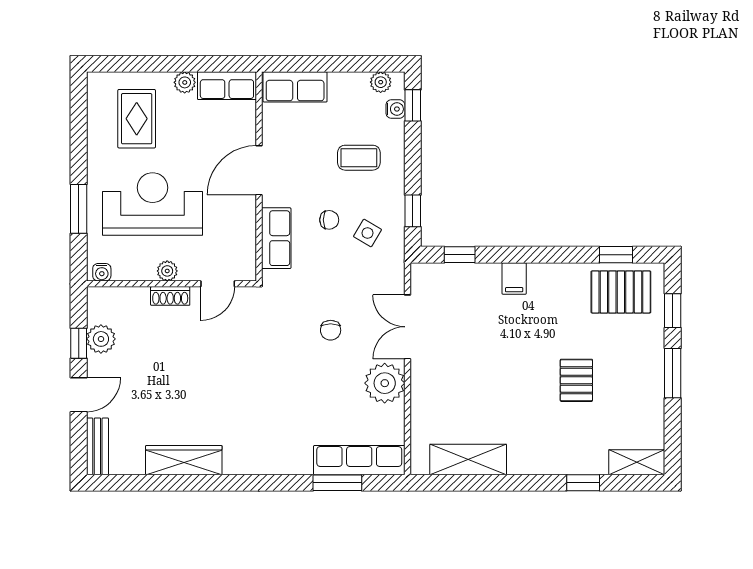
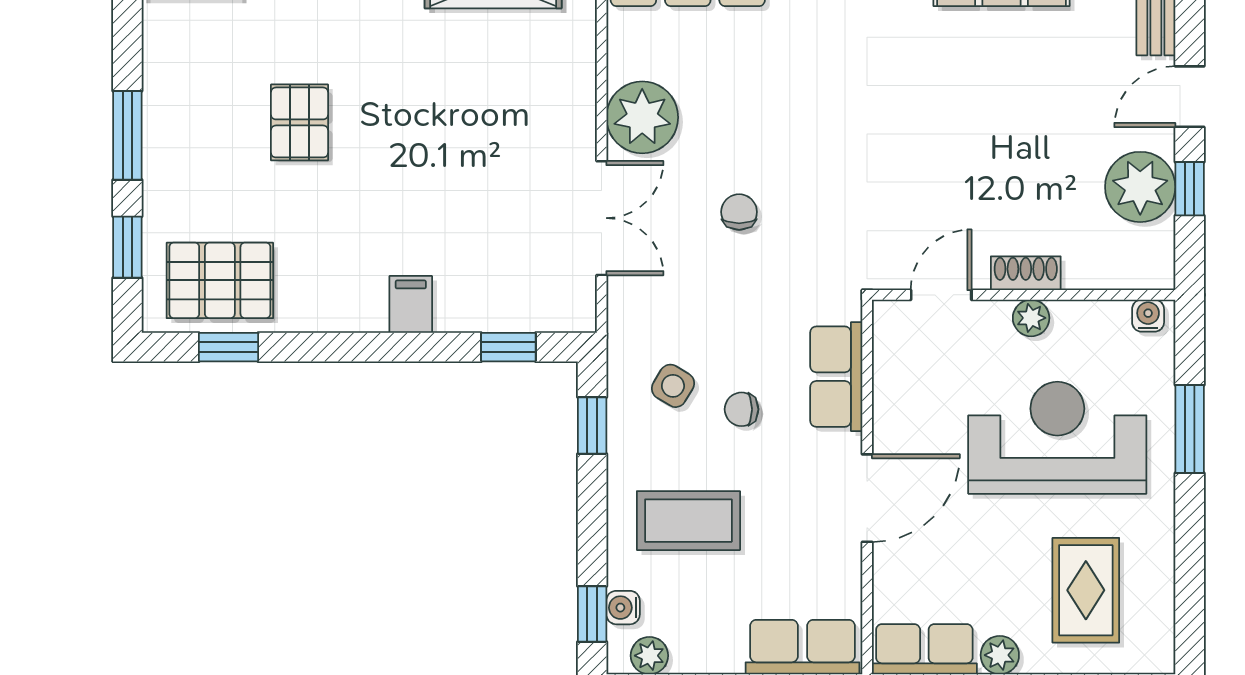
coffee table: (359, 158) -> (688, 521), width x1.36, depth x1.30
reception desk: (153, 204) -> (1057, 438), turned 180
plant: (101, 339) -> (1140, 187), width x1.36, depth x1.36

